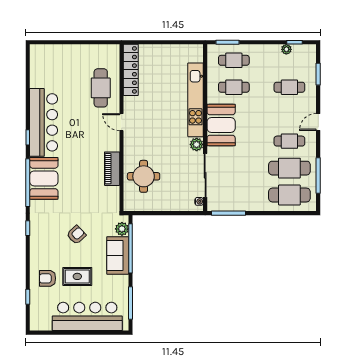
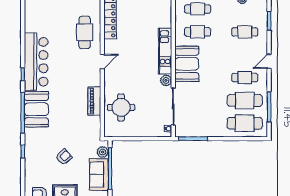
kitchen unit: (196, 100) -> (165, 51), width x0.73
door: (122, 122) -> (102, 62), swing flipped

